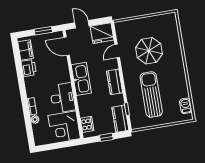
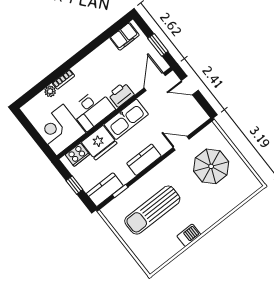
door: (82, 24) -> (190, 86), swing flipped
fridge: (102, 33) -> (99, 143), moved, turned -90
parasol: (149, 51) -> (211, 166), moved
printer: (29, 68) -> (121, 95), moved, turned 180
sun lounger: (151, 95) -> (152, 210), turned 180
barbecue: (186, 106) -> (189, 235), moved

